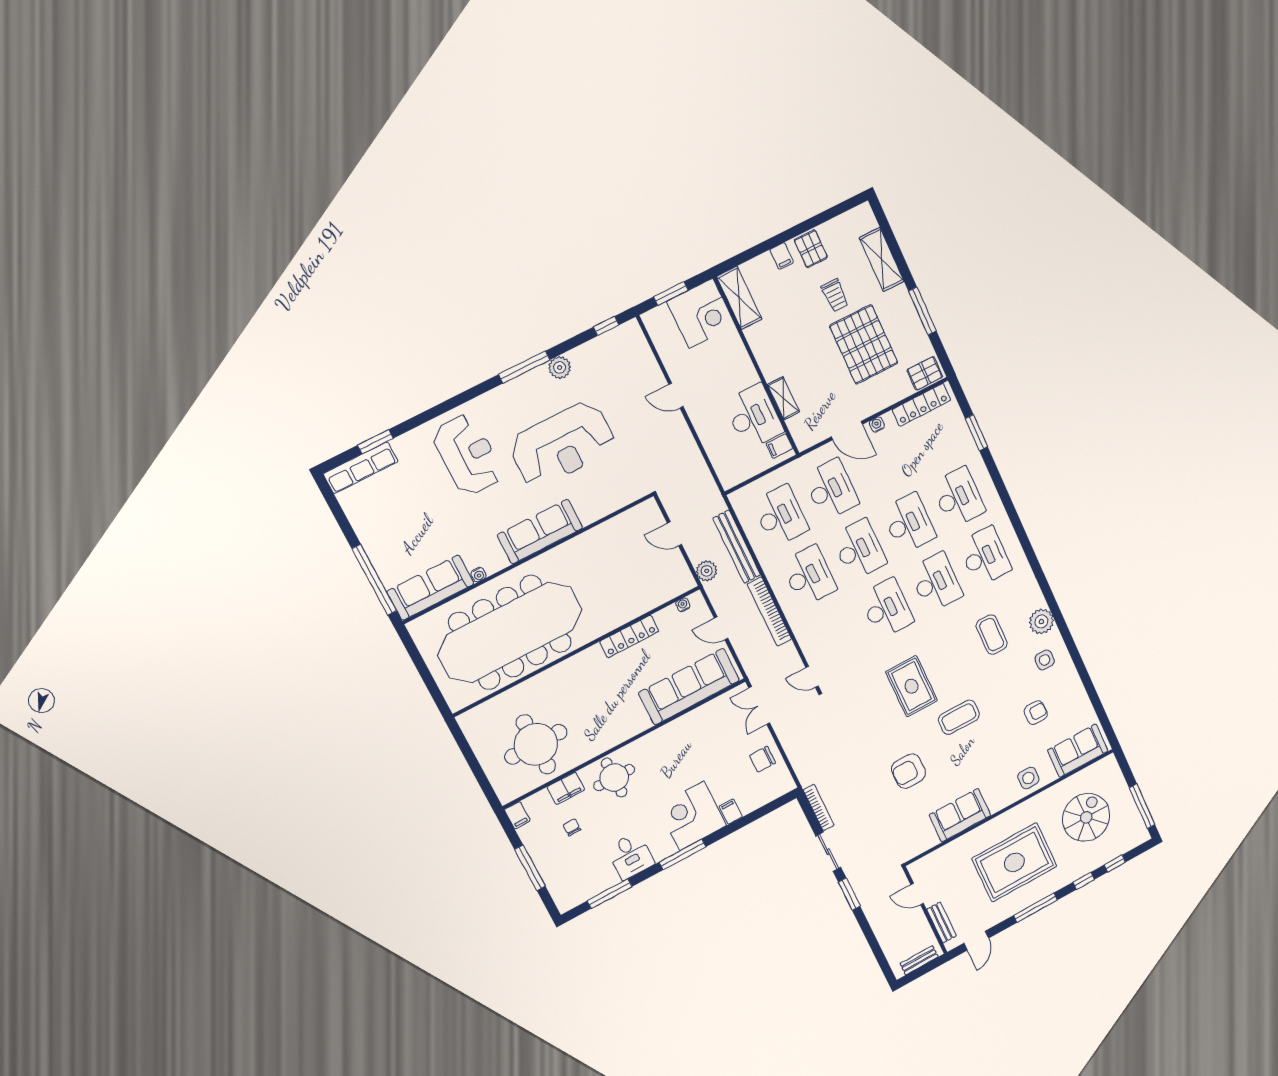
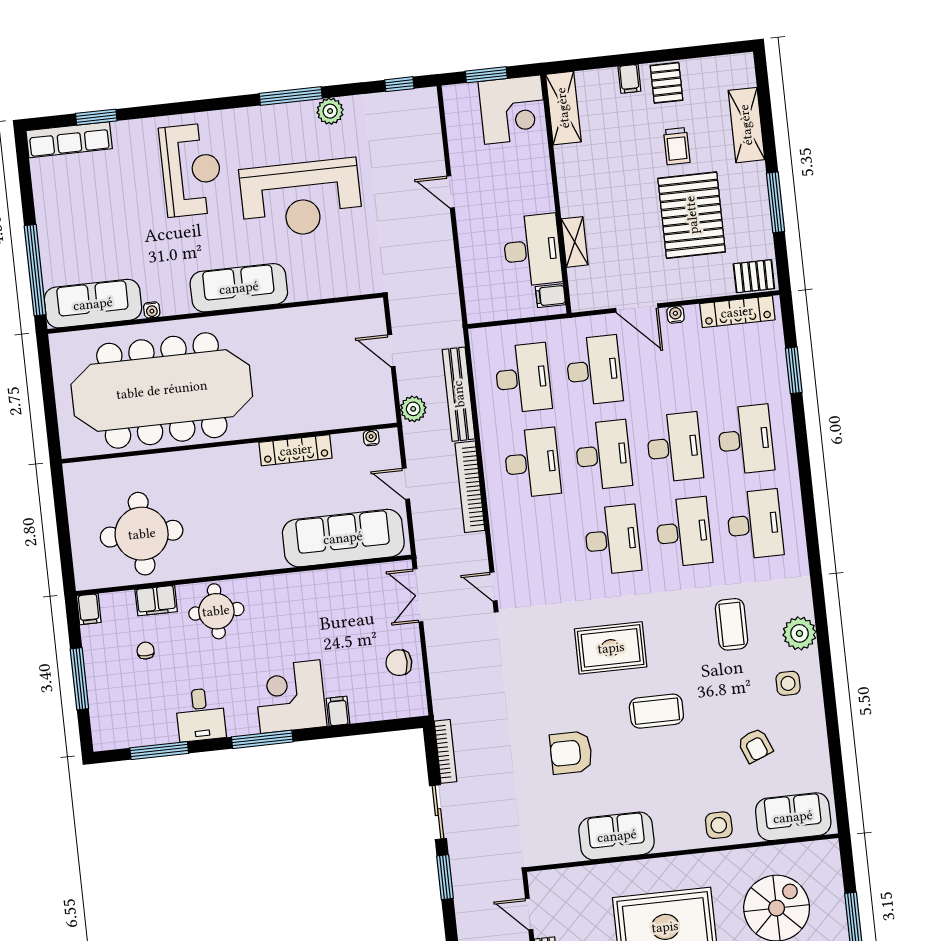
rug: (912, 686) -> (611, 648), turned 90
armchair: (1036, 713) -> (755, 745), turned 68

